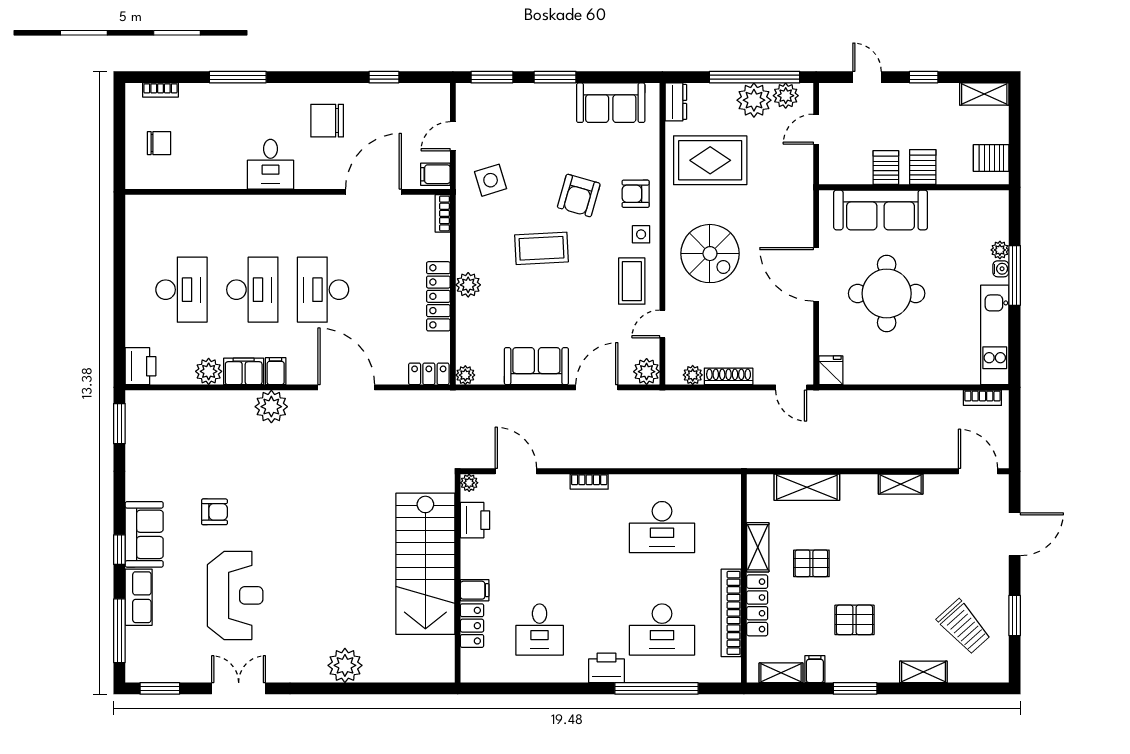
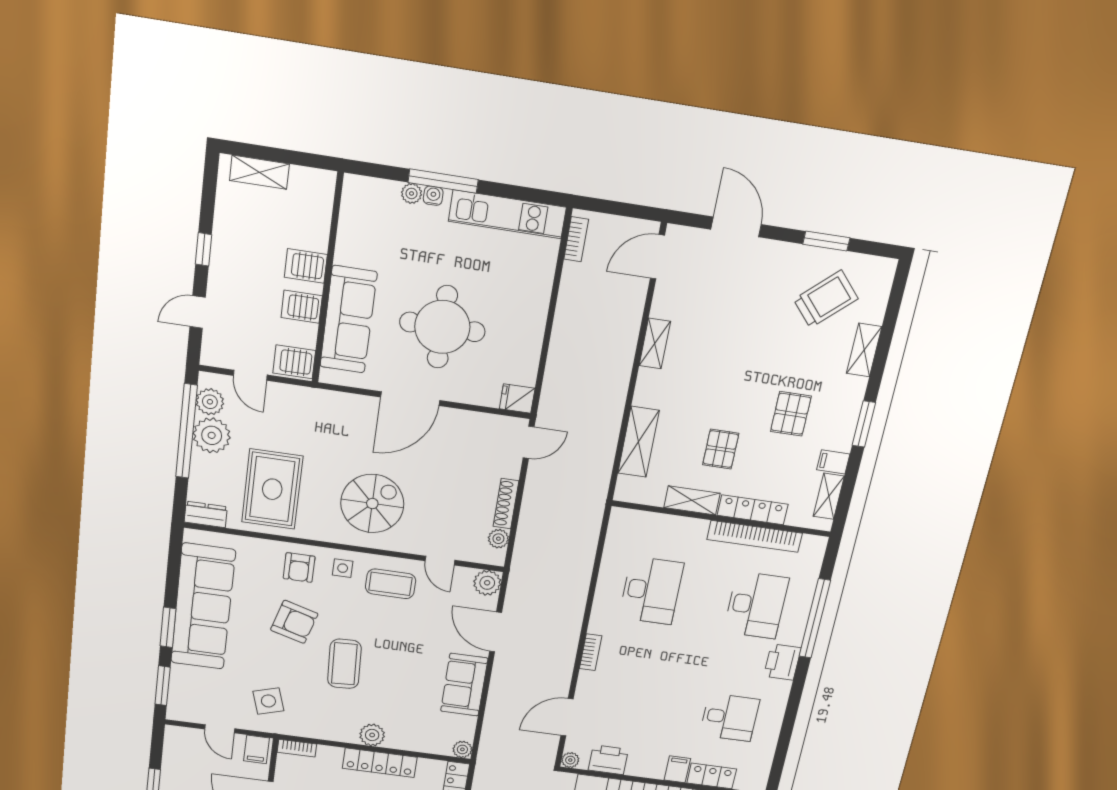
shelving: (984, 94) -> (259, 172), moved, turned 90
sofa: (611, 103) -> (203, 607), width x1.85, depth x1.27
server rack: (991, 158) -> (294, 362), moved, turned 90

